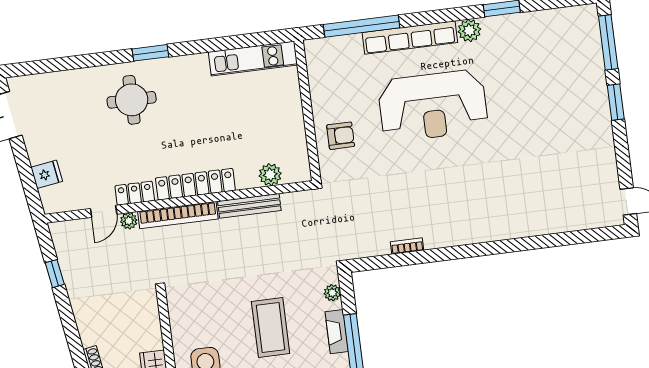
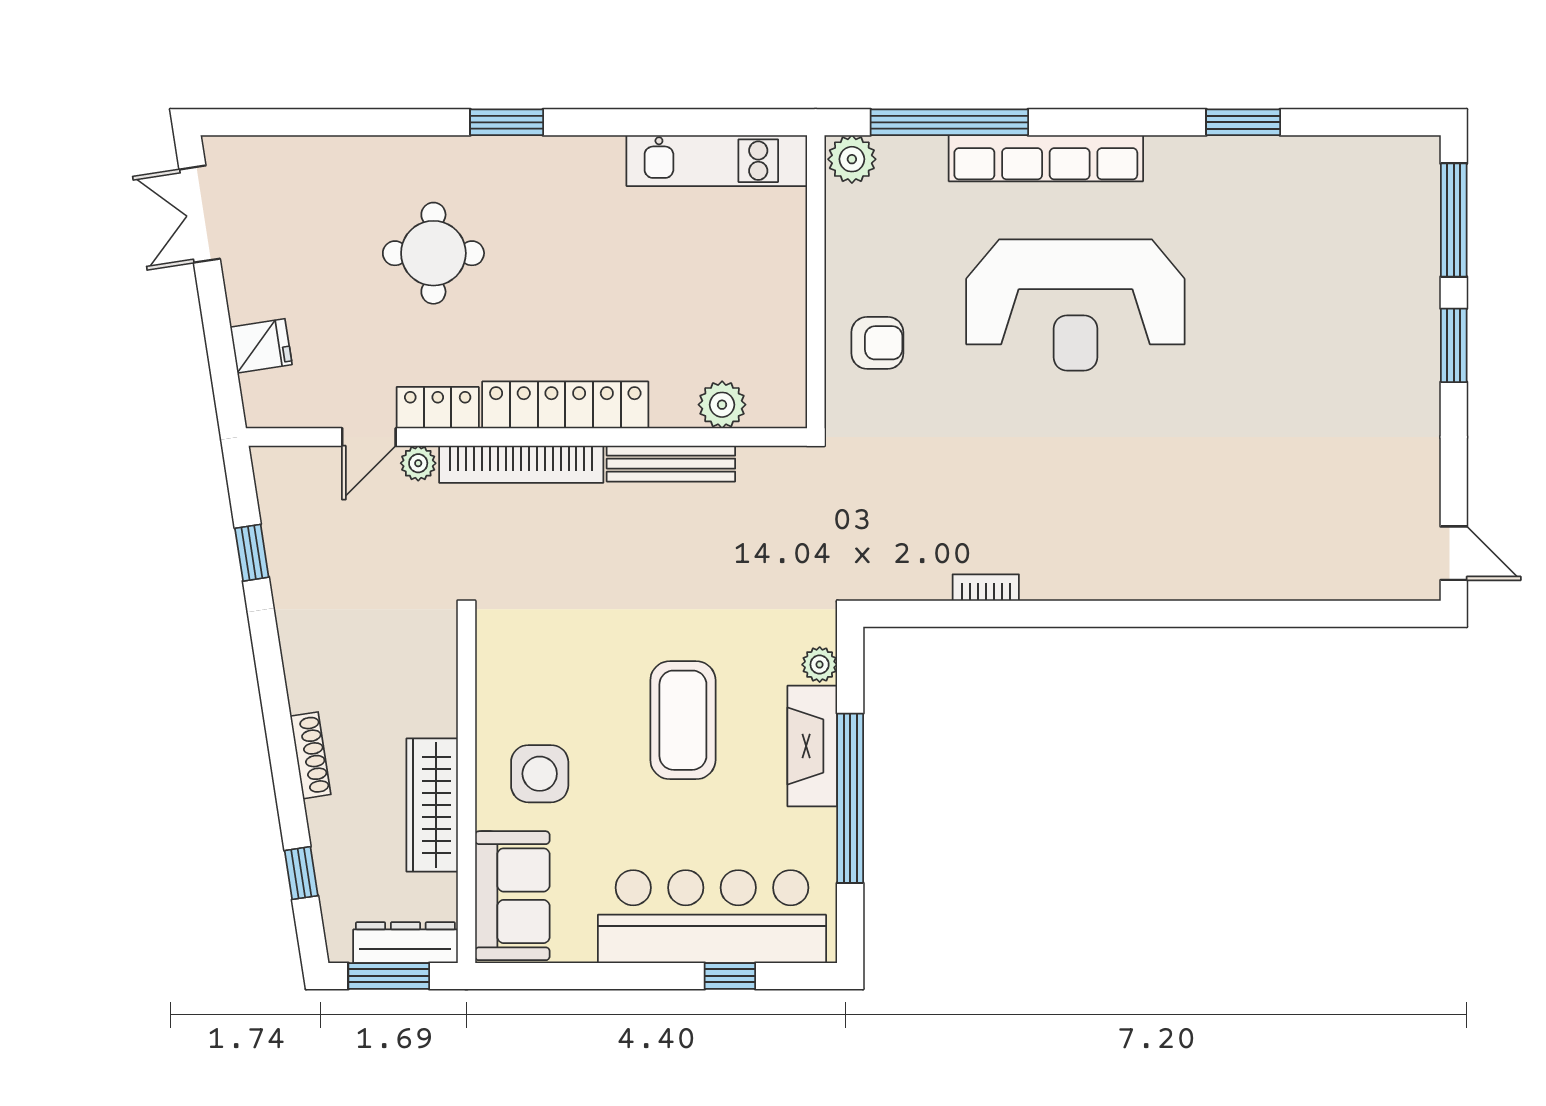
plant: (469, 30) -> (852, 159), moved
round table: (132, 100) -> (433, 253), moved
fireplace: (337, 332) -> (812, 746), width x1.37, depth x1.32

